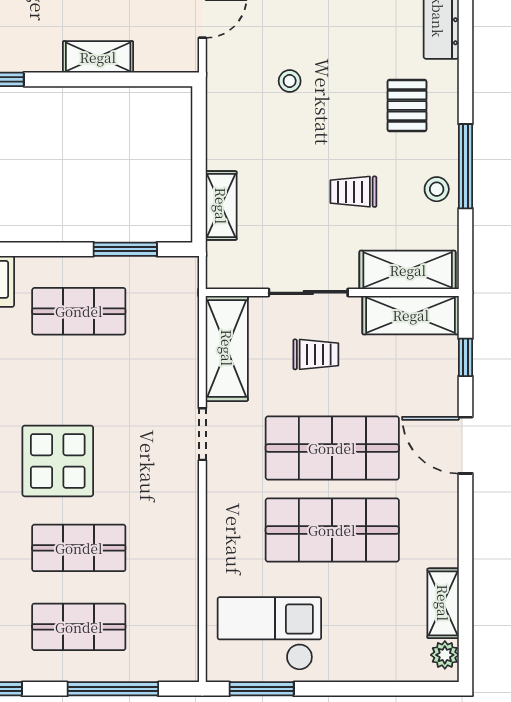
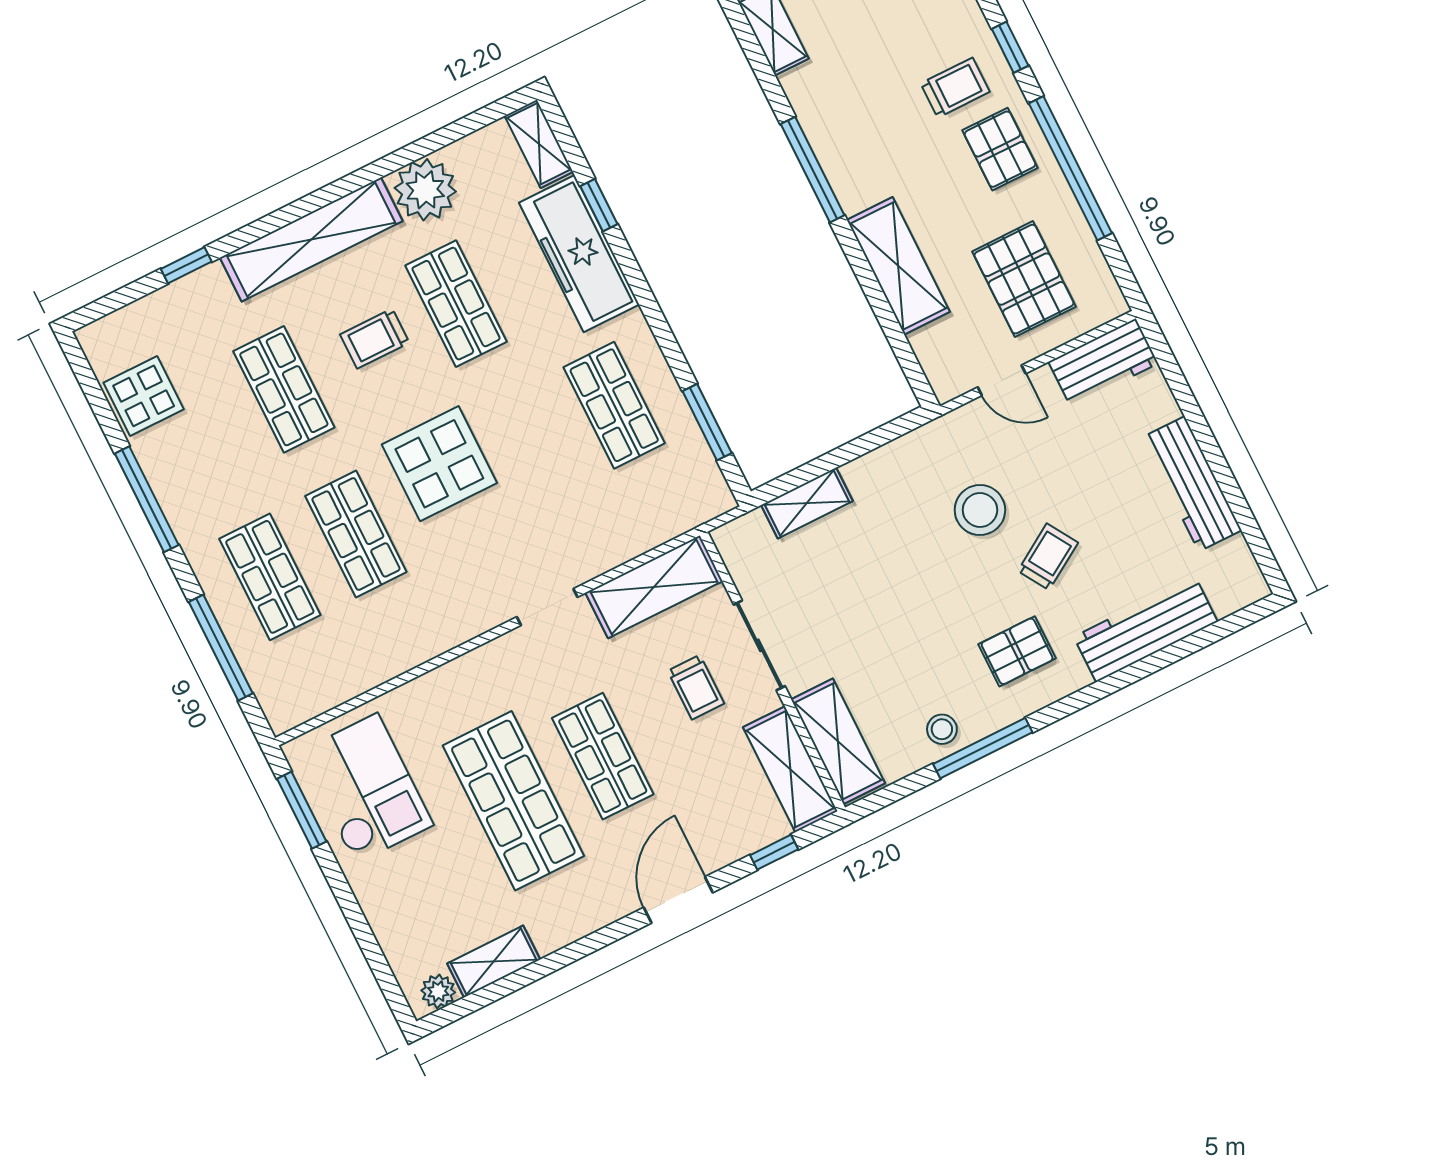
shelving: (98, 57) -> (898, 266), width x1.50, depth x1.33
stool: (290, 81) -> (980, 510), width x1.89, depth x1.89
trolley: (353, 192) -> (1048, 557), moved, turned 58
shop shelf: (332, 448) -> (603, 756), width x0.70, depth x0.74

